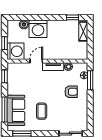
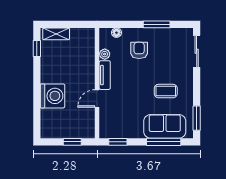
boiler: (24, 24) -> (47, 115), removed
washing machine: (16, 51) -> (83, 127), removed
door: (36, 61) -> (97, 98), hinge flipped
window: (90, 80) -> (157, 24), moved

